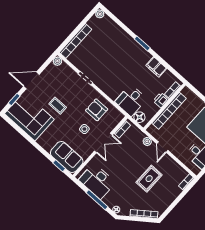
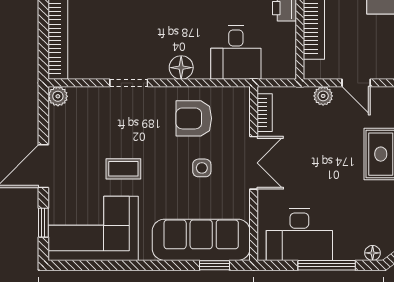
floor lamp: (139, 117) -> (181, 68), moved
sofa: (67, 157) -> (201, 240), width x1.36

